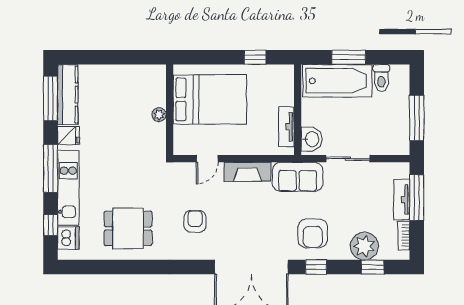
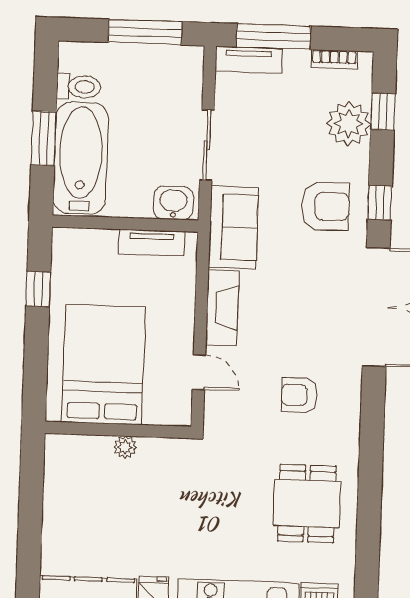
tv unit: (402, 200) -> (249, 60), moved

